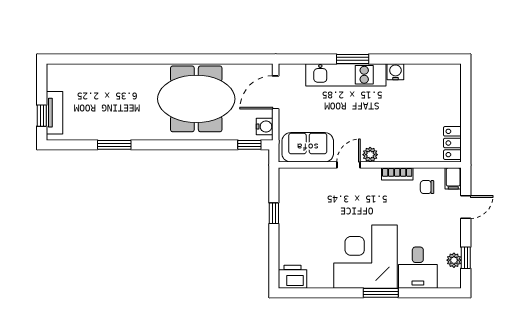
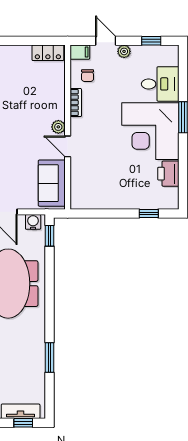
window: (274, 213) -> (149, 214), moved
plant: (454, 260) -> (124, 51), moved
printer: (293, 277) -> (168, 174), moved

